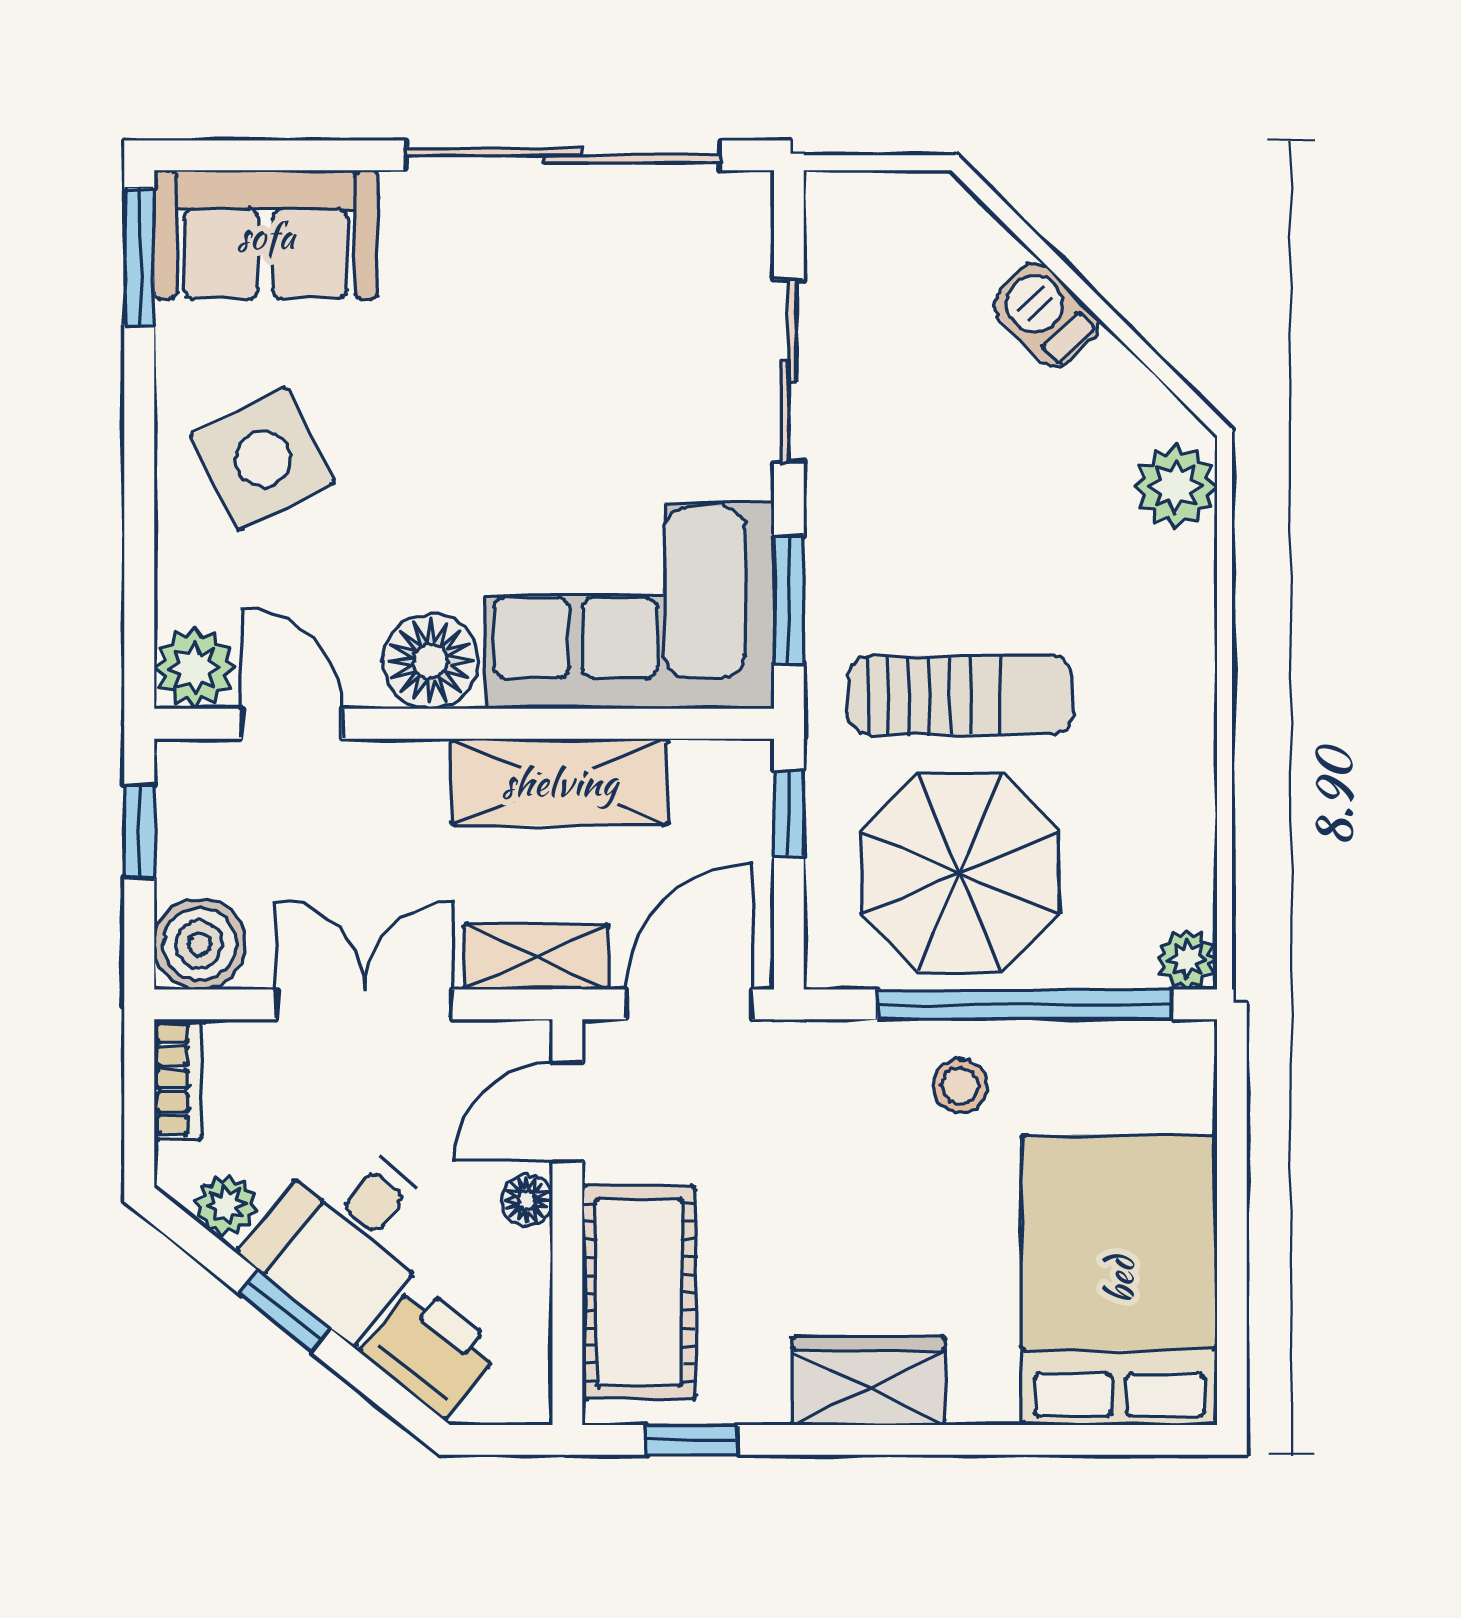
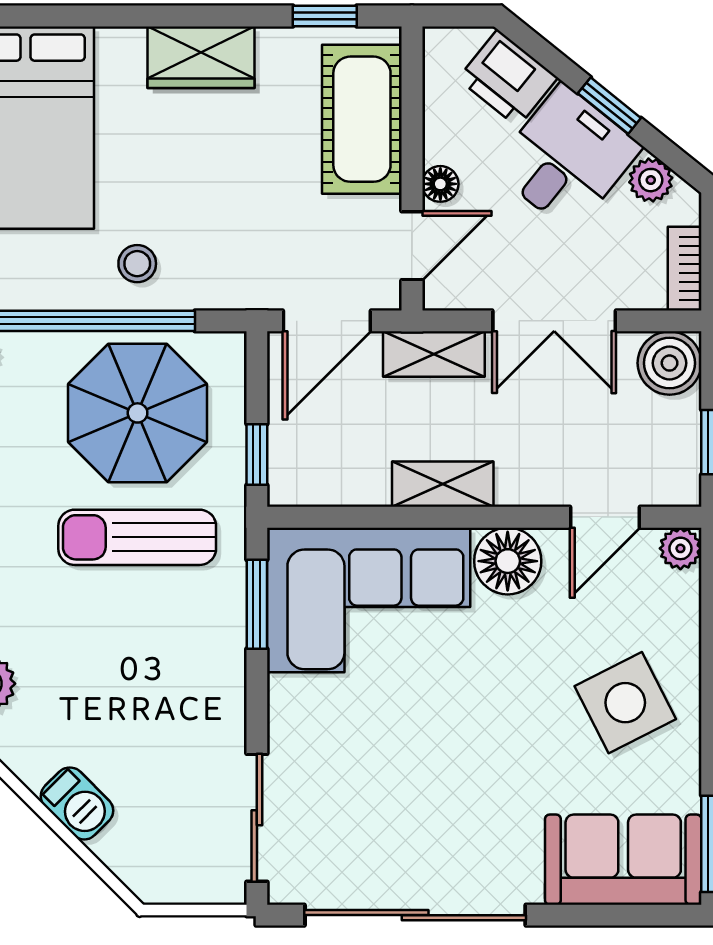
sliding door: (789, 371) -> (257, 818), moved
plant: (195, 668) -> (680, 548), width x0.73, depth x0.73
door: (292, 724) -> (605, 517), hinge flipped
shelving: (560, 782) -> (443, 484), width x0.67, depth x0.75

